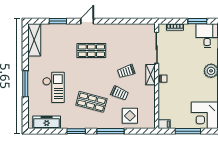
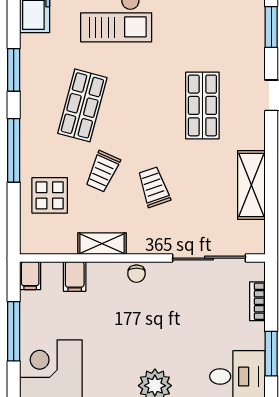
shelving: (125, 30) -> (251, 185), added
shelving: (150, 75) -> (102, 244), moved
filing cabinet: (164, 105) -> (75, 276), added

